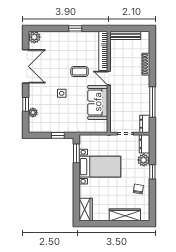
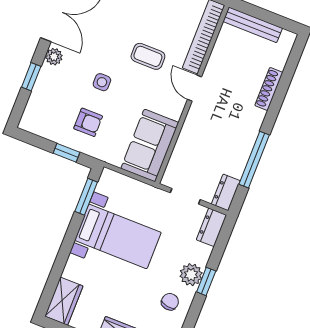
sofa: (98, 102) -> (150, 145), moved
plant: (33, 113) -> (54, 57), moved
armchair: (63, 116) -> (88, 122), added
plant: (144, 160) -> (191, 275), moved

